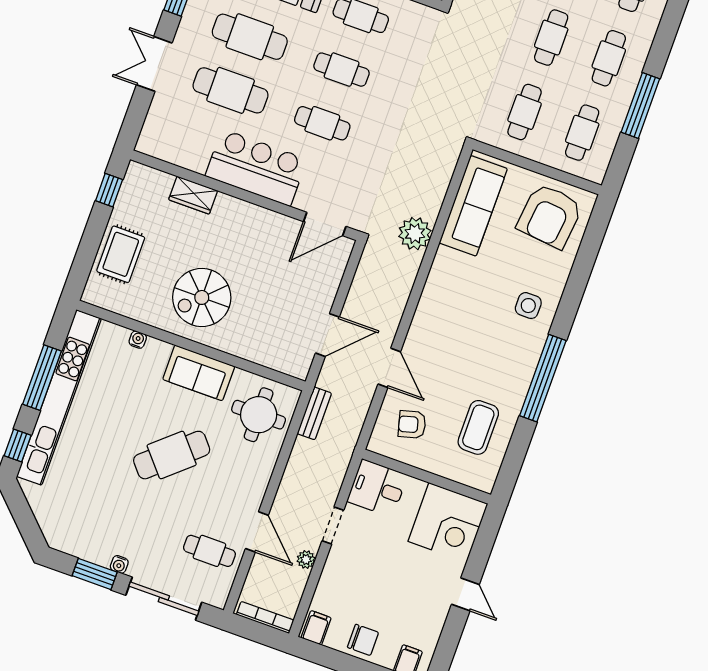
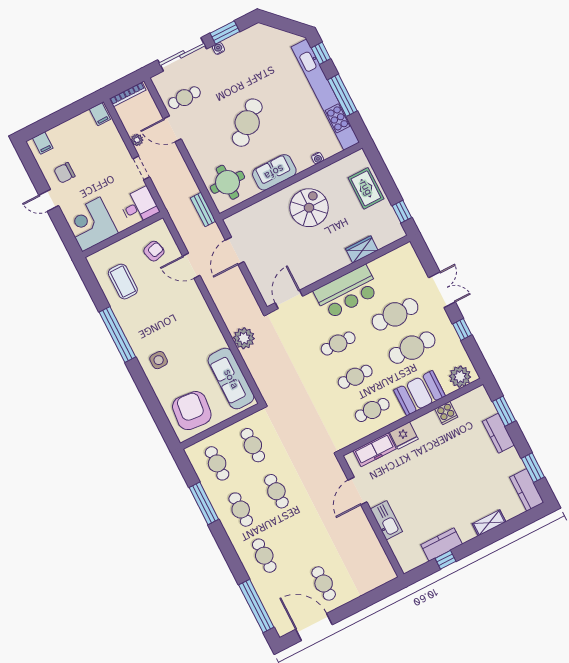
chair: (363, 640) -> (64, 173), moved

